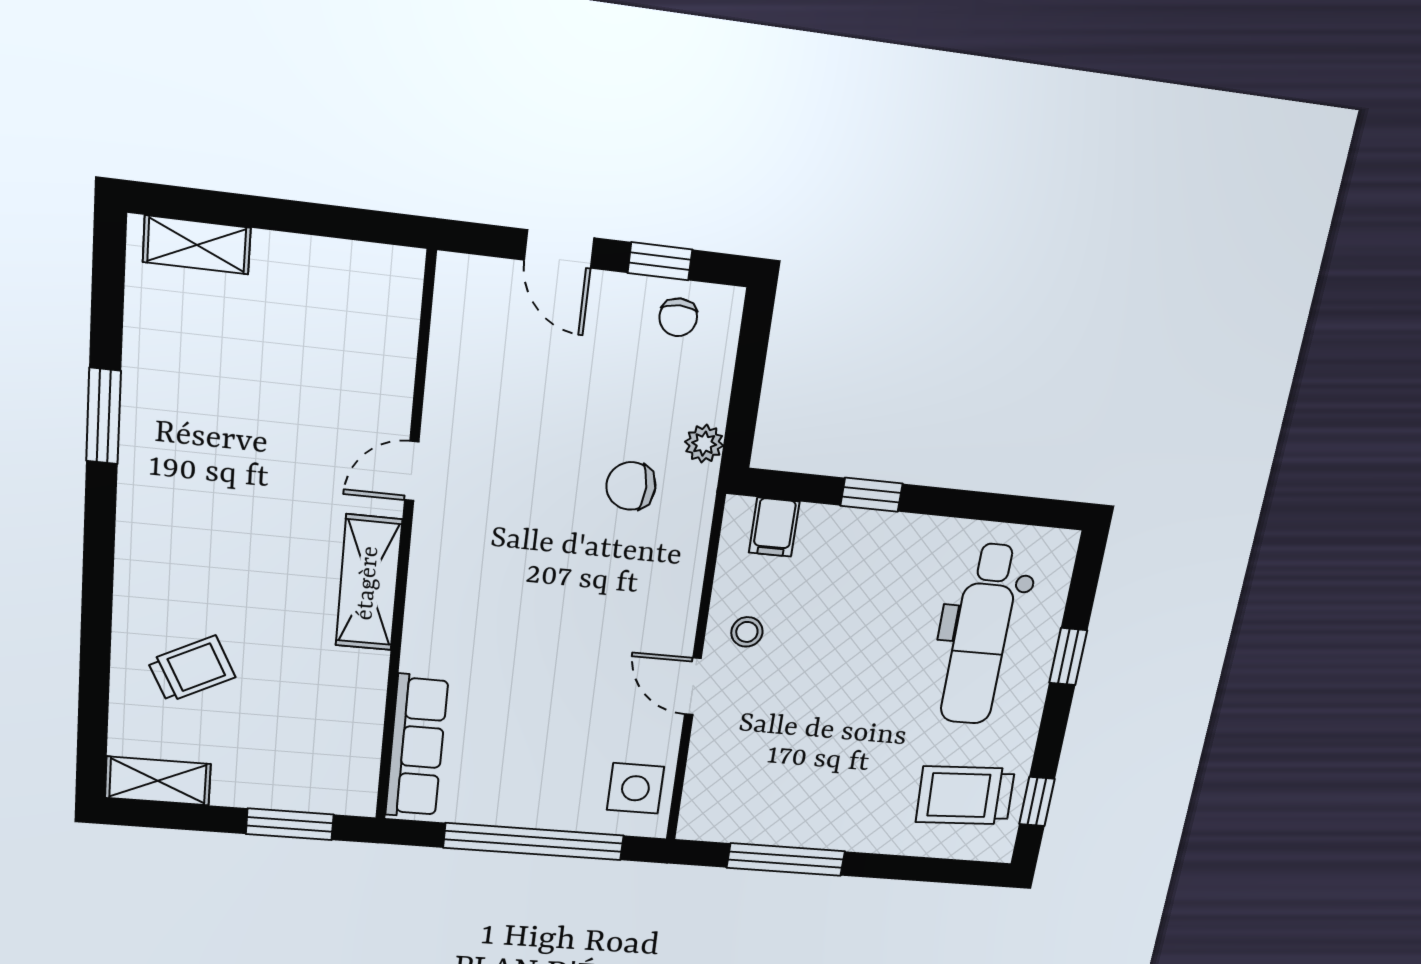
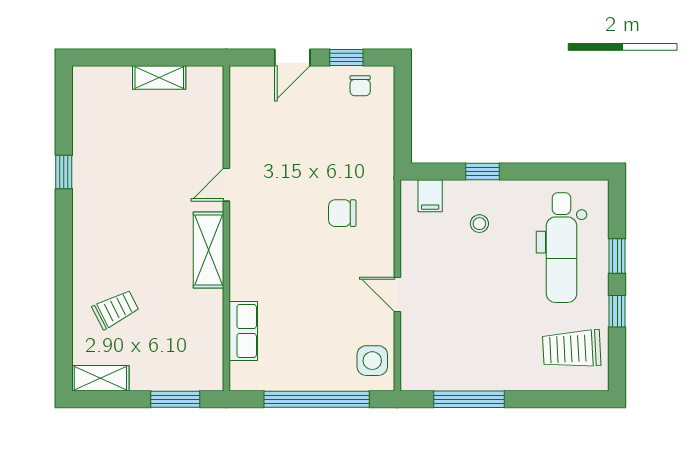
shelving: (197, 245) -> (159, 78), moved
door: (559, 249) -> (292, 58), hinge flipped
window: (104, 416) -> (64, 172), width x0.67
plant: (704, 444) -> (384, 153), removed
chair: (631, 486) -> (342, 213), moved
stool: (747, 632) -> (479, 224), moved
row of seats: (417, 747) -> (243, 331), width x0.68
window: (1037, 801) -> (617, 311), moved

